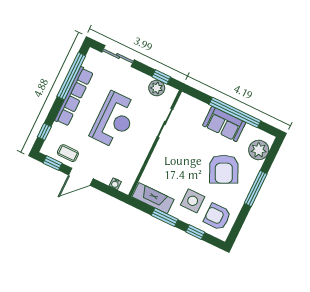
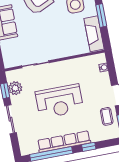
sliding door: (118, 56) -> (11, 119), moved
reception desk: (114, 120) -> (59, 101), turned 180
window: (44, 132) -> (89, 147), moved

